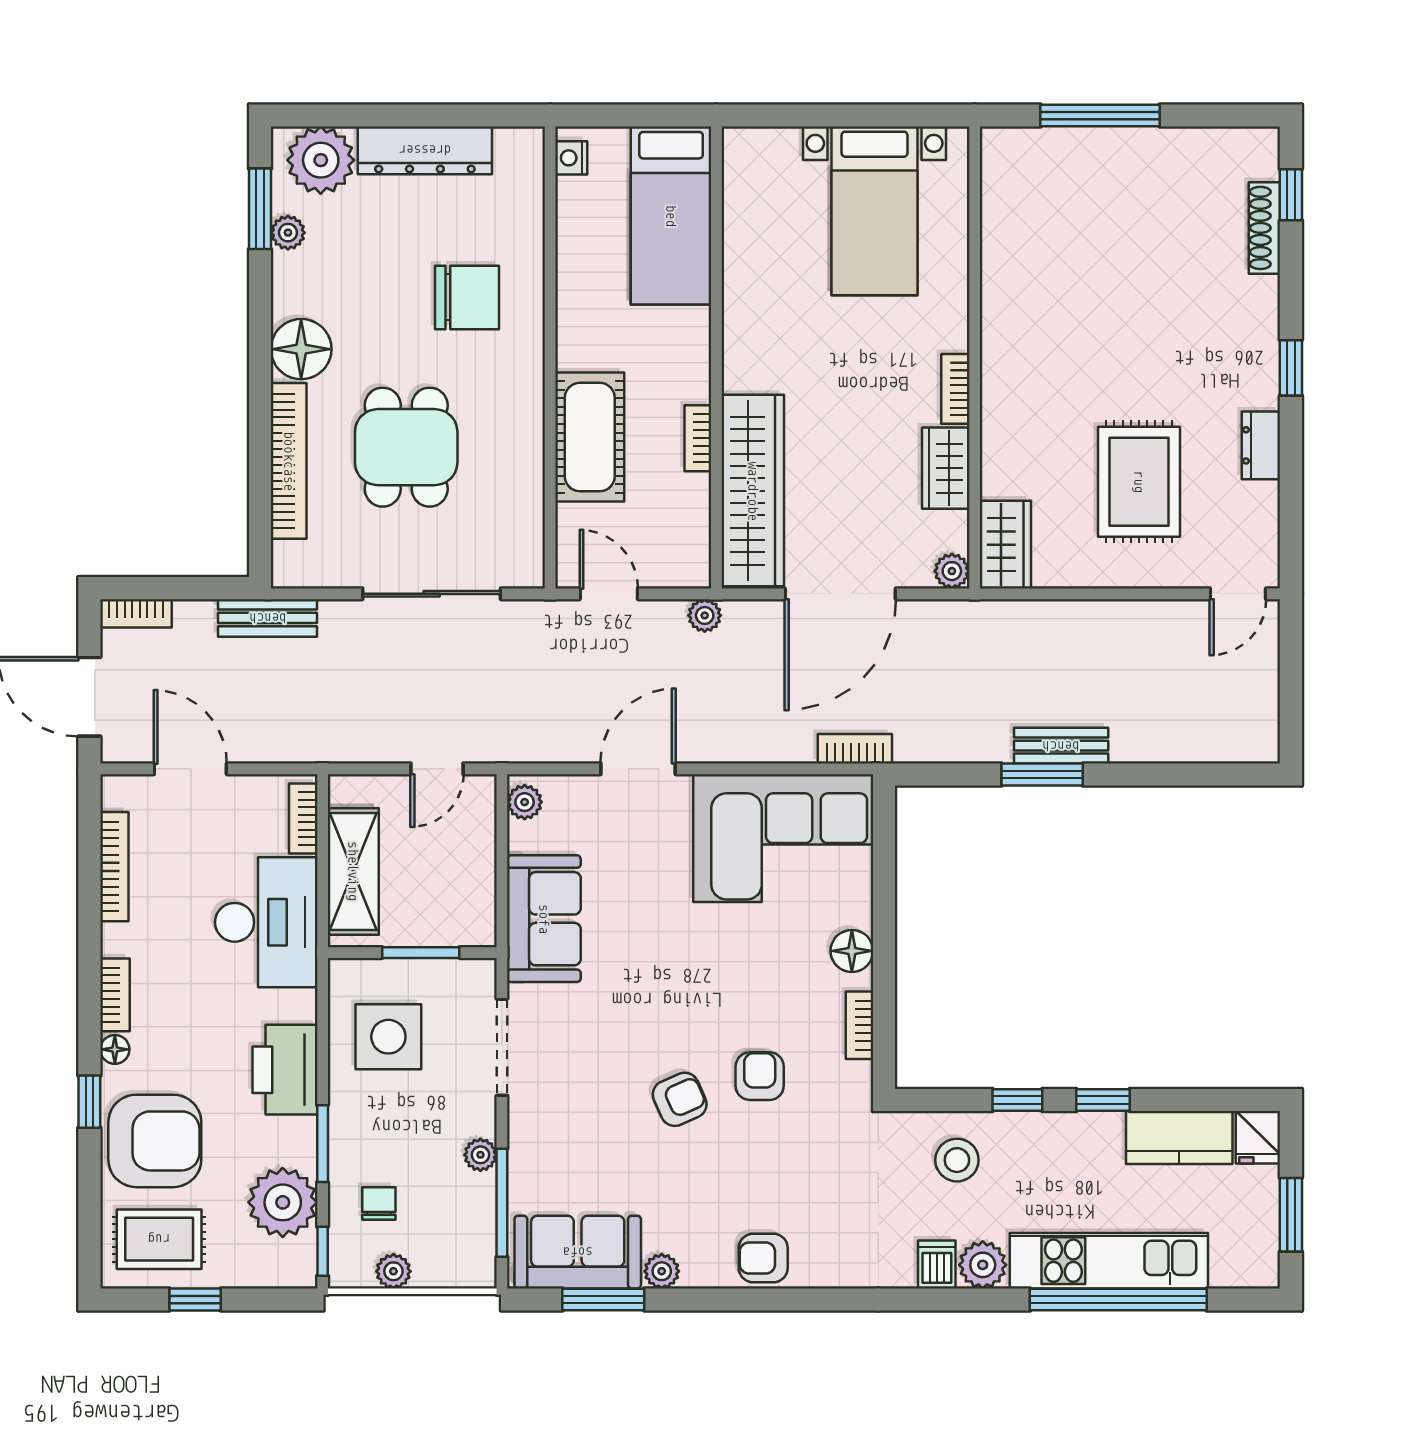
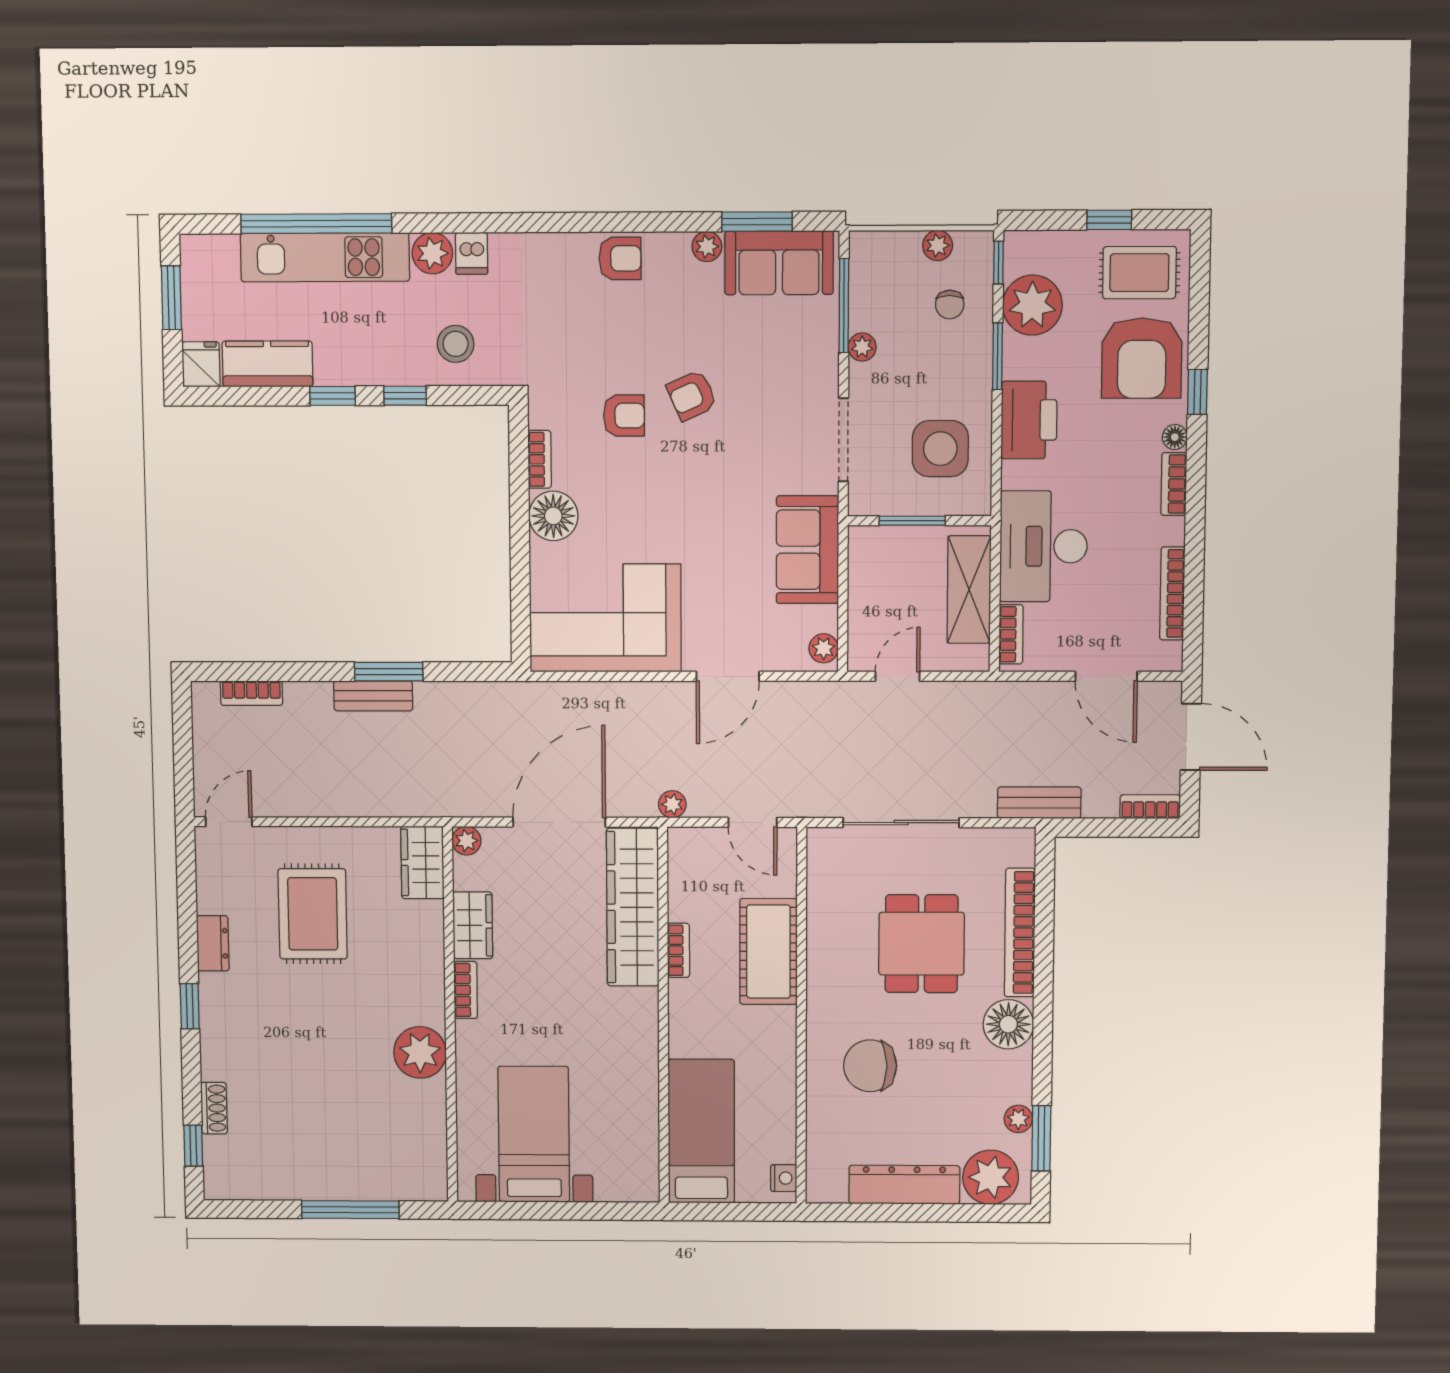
shoe rack: (1264, 228) -> (214, 1108), width x0.70
plant: (1012, 312) -> (420, 1052), added
bookcase: (855, 749) -> (251, 693), moved
floor lamp: (852, 951) -> (553, 516), width x1.38, depth x1.38
armchair: (760, 1076) -> (624, 416), turned -90
armchair: (155, 1141) -> (1142, 358), turned -90

